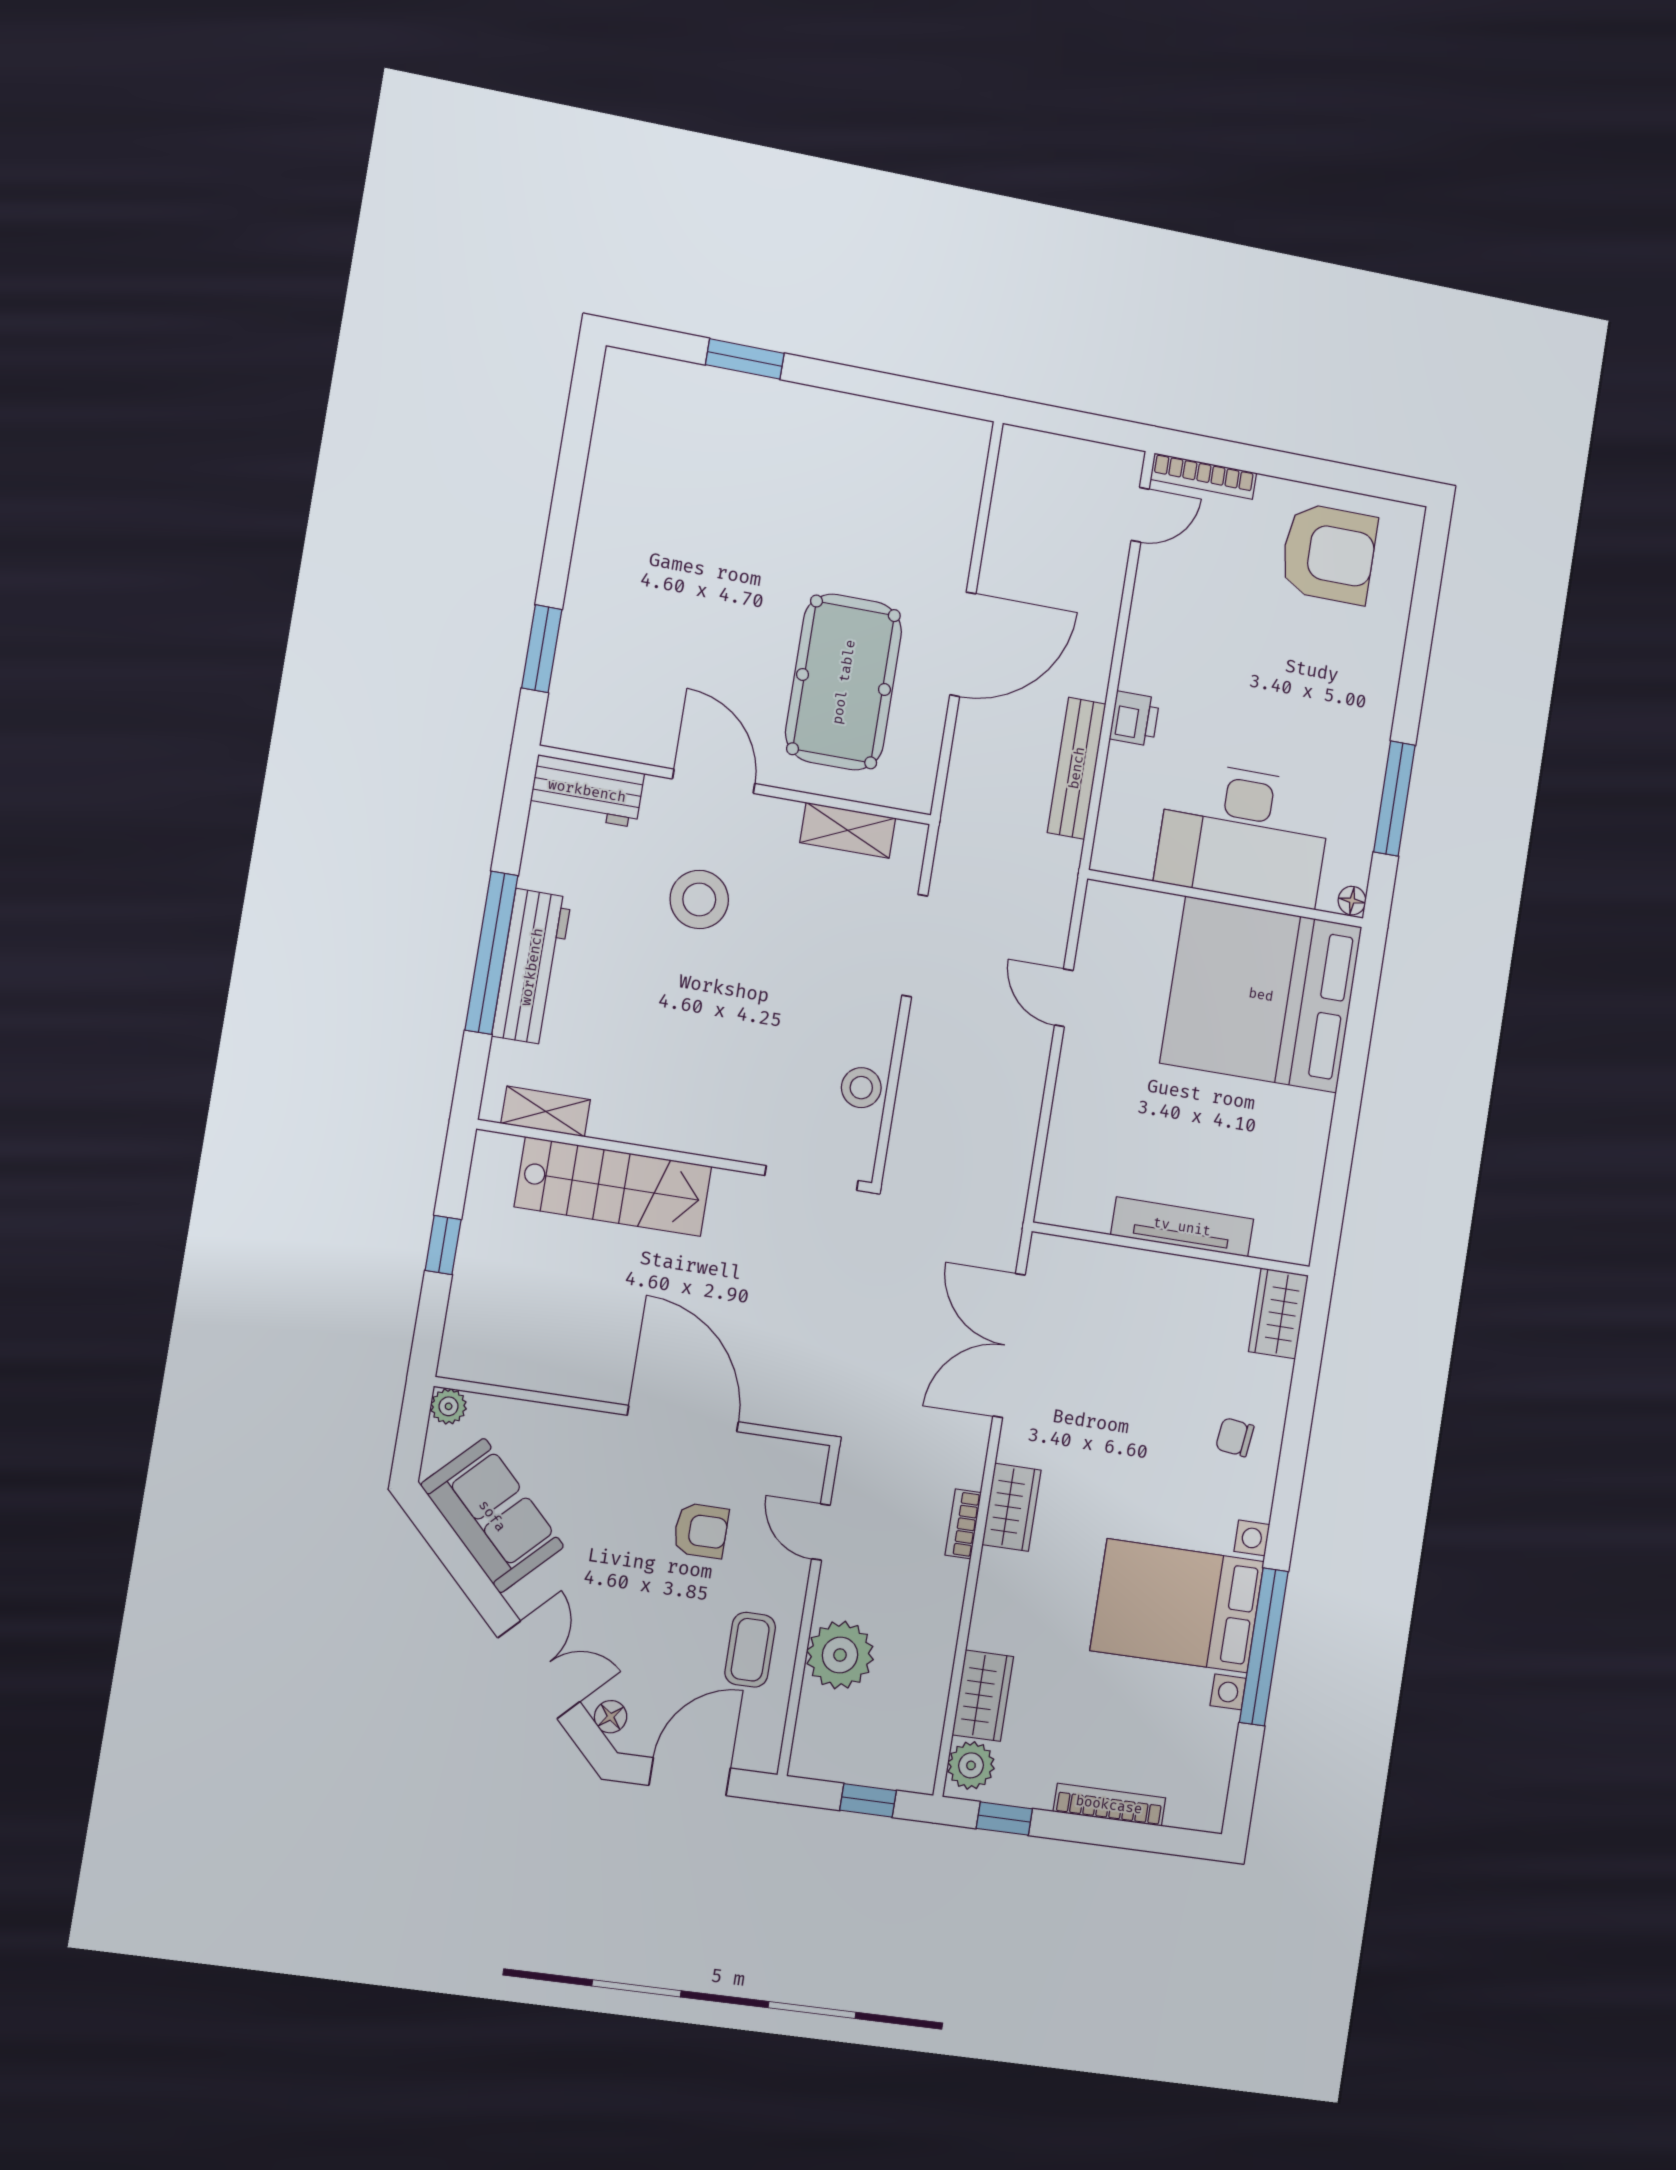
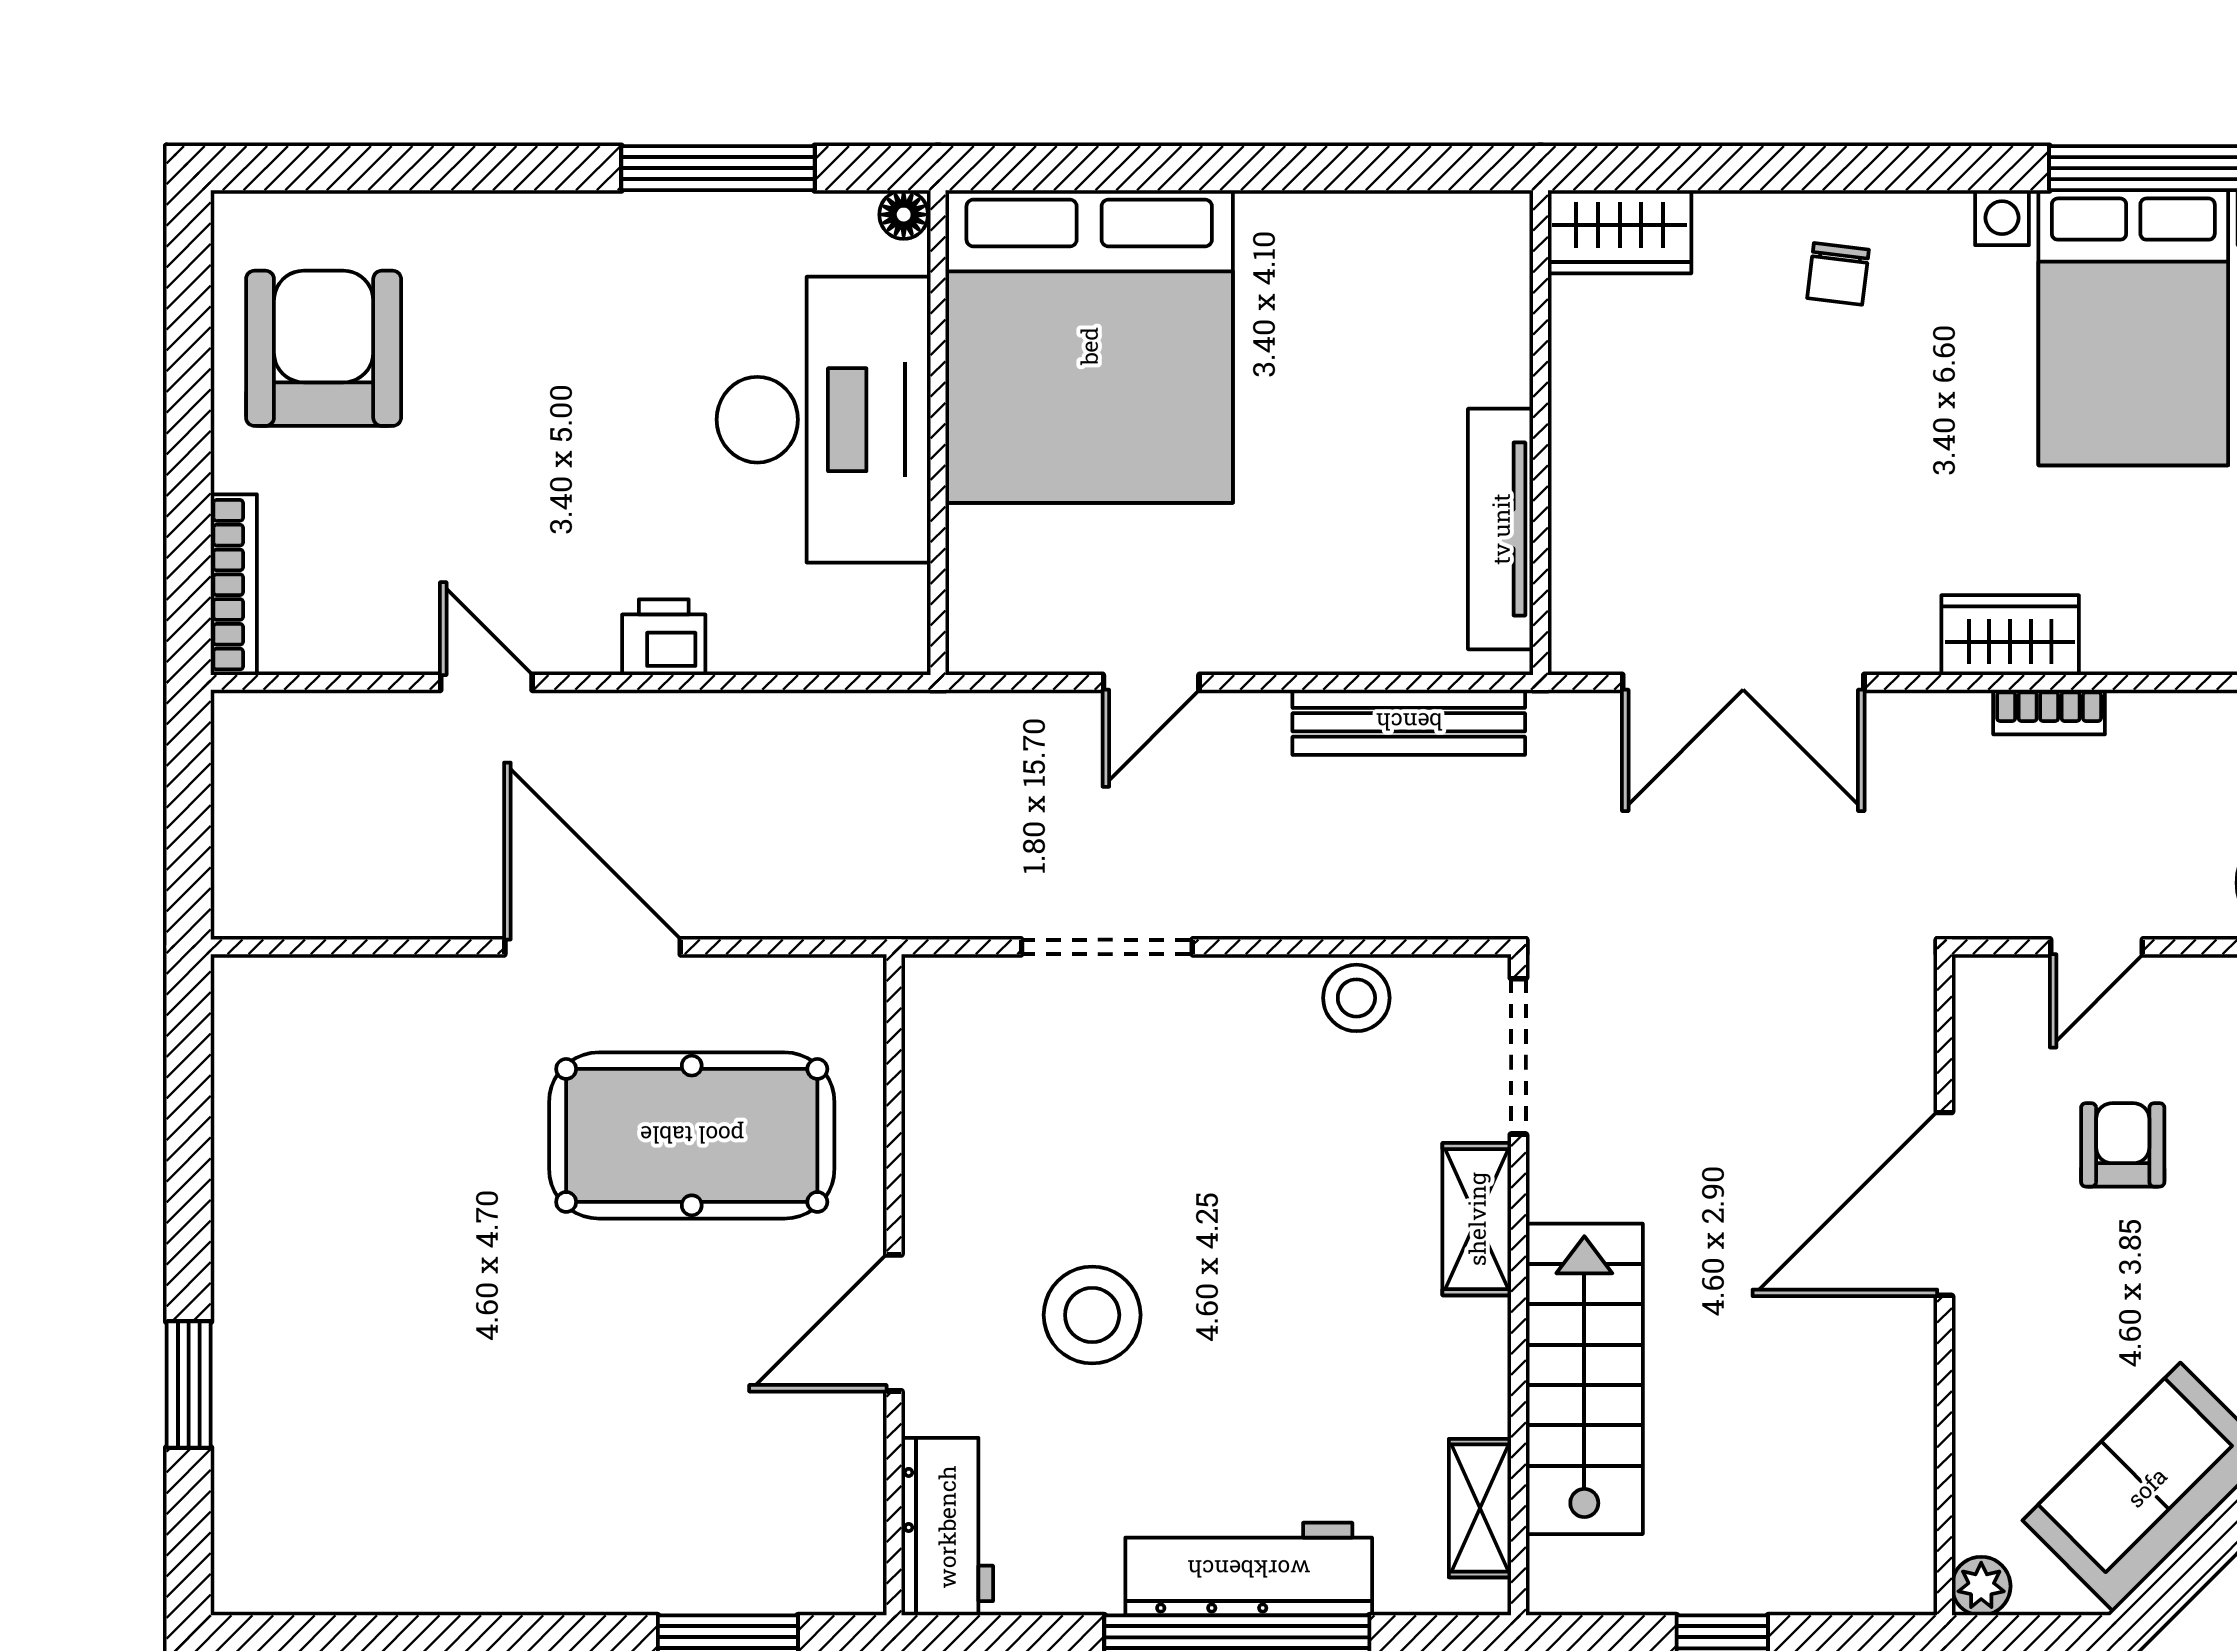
door: (1140, 515) -> (486, 682), moved
bench: (1077, 768) -> (1409, 722), moved
shelving: (848, 830) -> (1477, 1219), moved
tv unit: (1182, 1227) -> (1501, 529), moved

